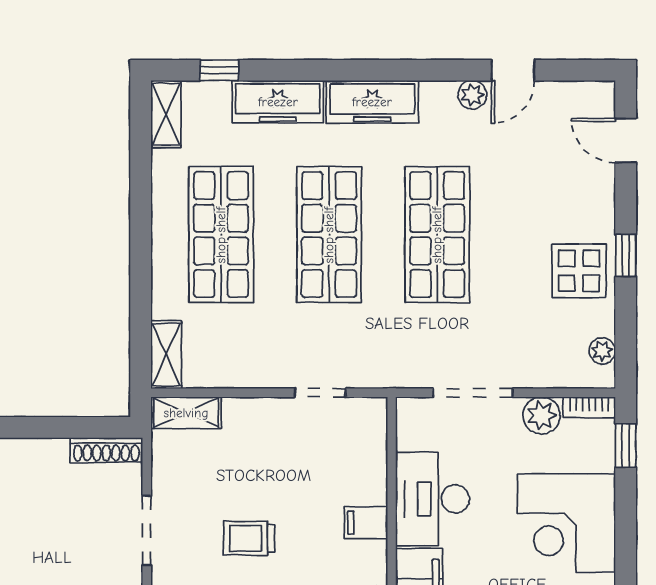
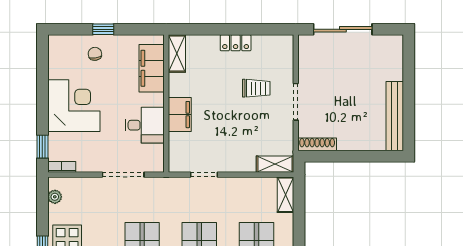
plant: (542, 415) -> (87, 163), removed
desk: (433, 499) -> (145, 125), width x0.73
filing cabinet: (366, 523) -> (180, 115), width x2.00
trolley: (249, 538) -> (256, 88), moved

